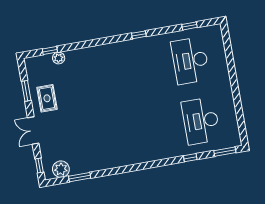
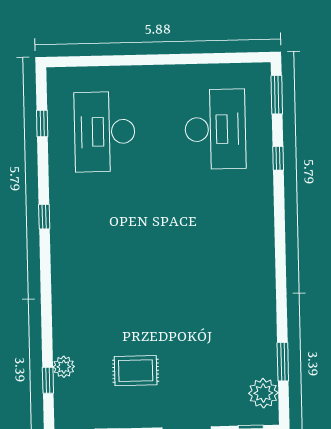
desk: (190, 61) -> (105, 132), turned 90
rug: (47, 98) -> (136, 371), moved
desk: (201, 121) -> (215, 129), turned -90

